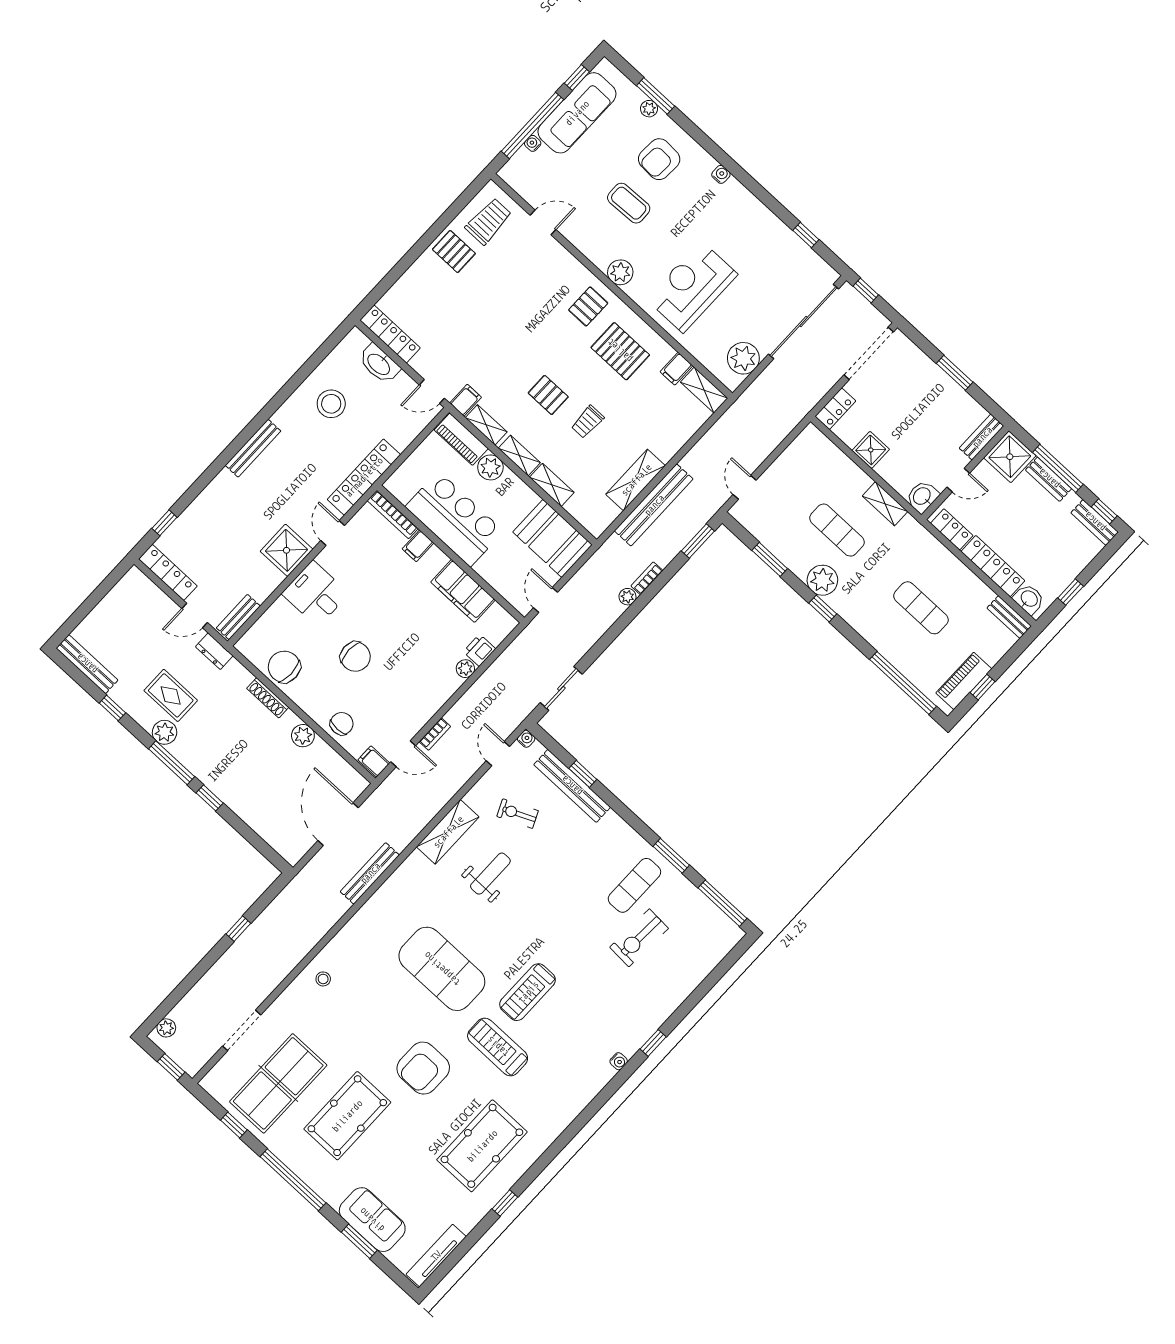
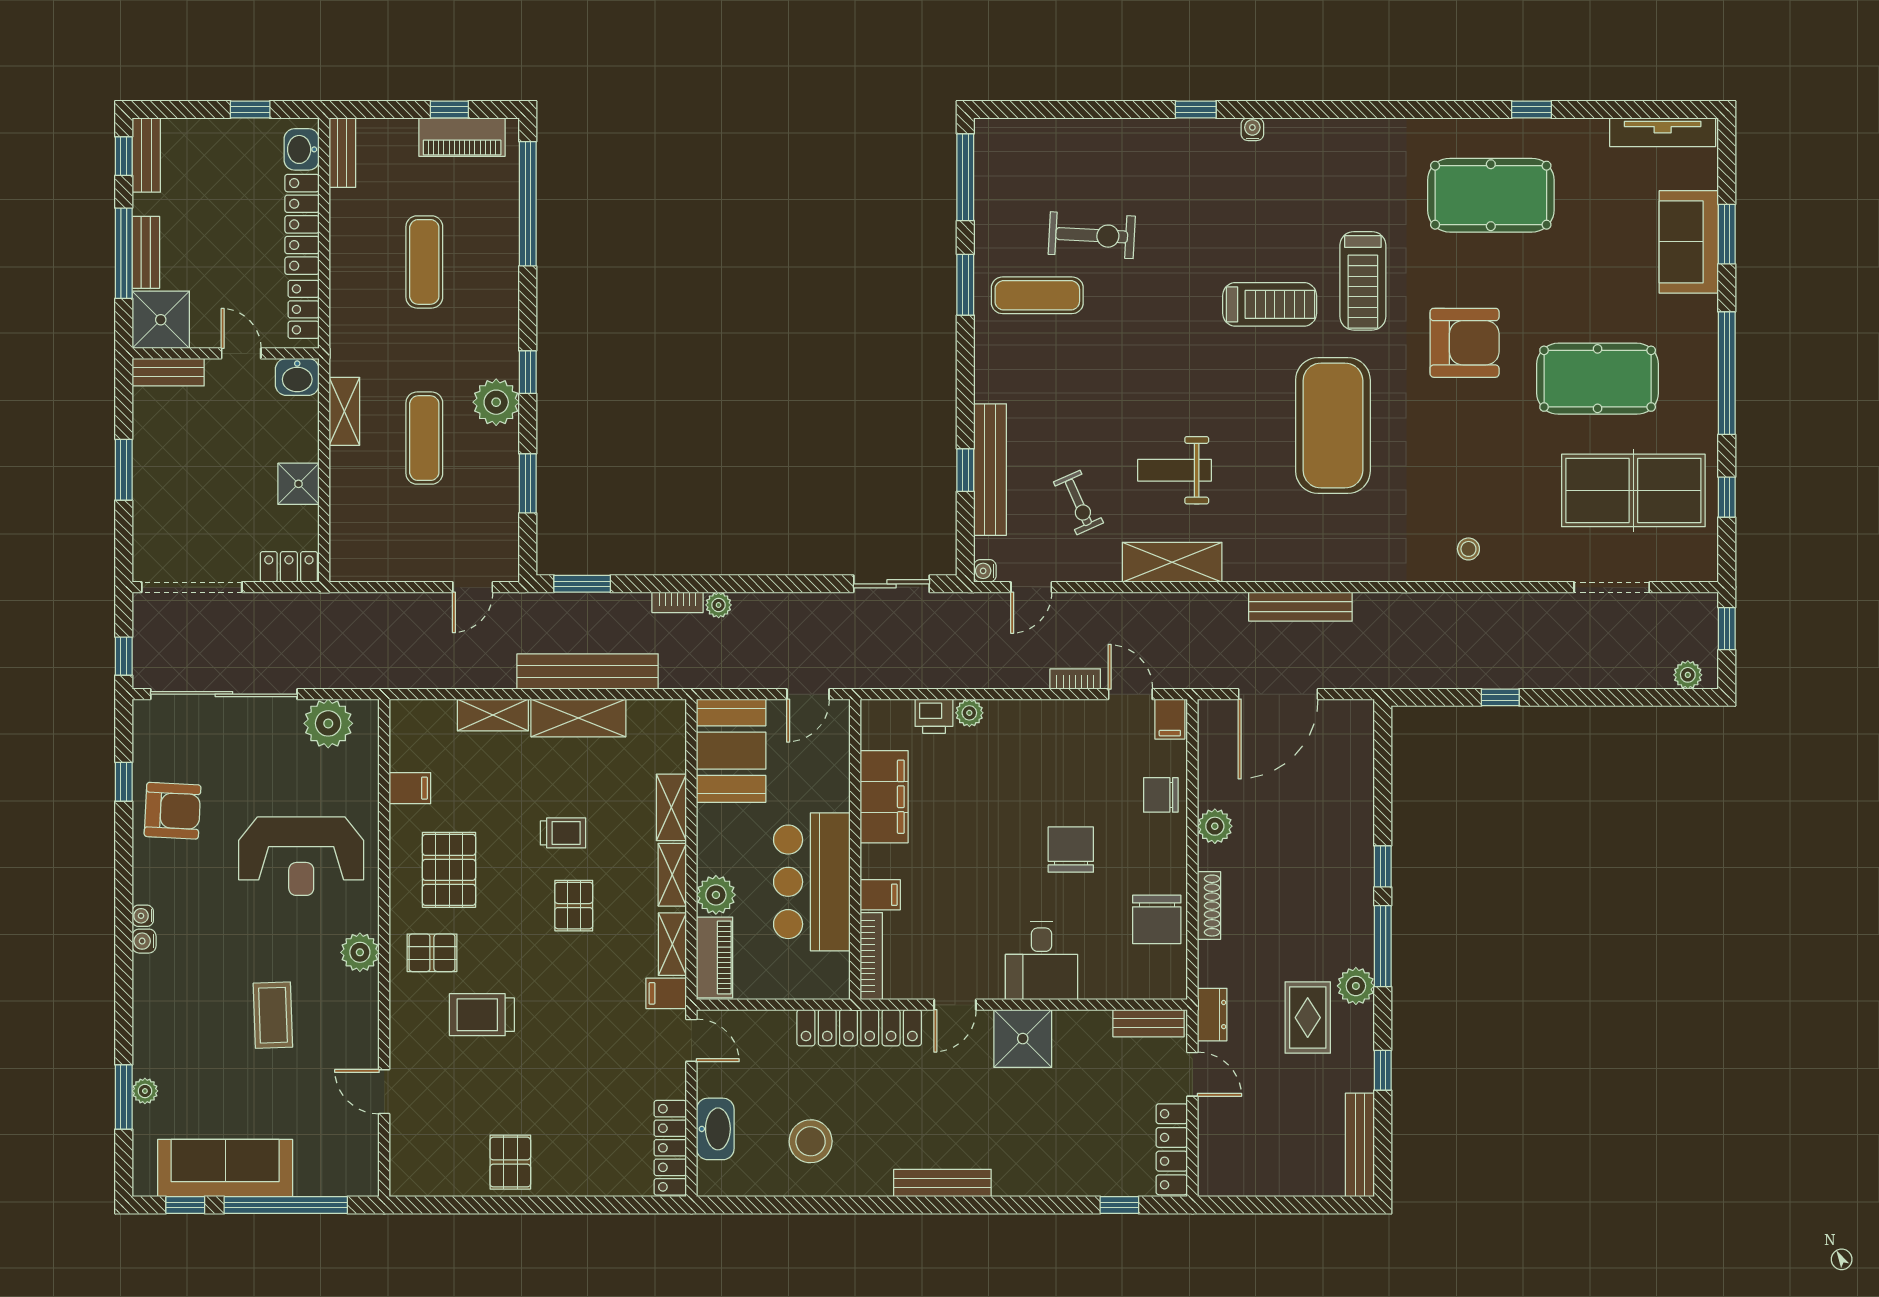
water cooler: (533, 143) -> (143, 916), moved, turned 90
armchair: (659, 159) -> (173, 811), moved
trolley: (489, 221) -> (482, 1015), moved
shelving: (704, 390) -> (493, 715), moved, turned 90

